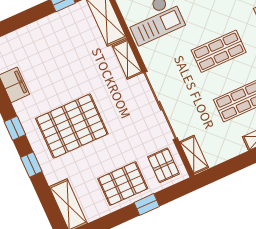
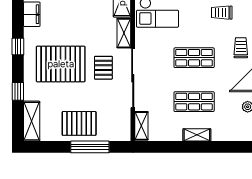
window: (31, 165) -> (18, 91), moved
pallet: (164, 165) -> (103, 68), moved
window: (147, 204) -> (90, 147), width x2.17

